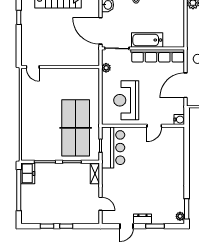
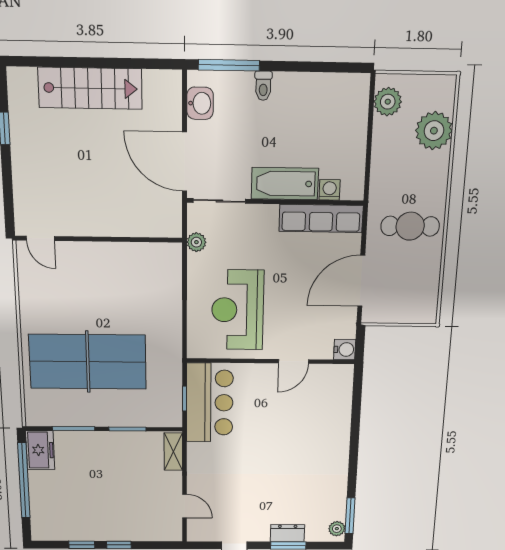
washing machine: (168, 43) -> (330, 190), added
row of seats: (158, 56) -> (321, 218), width x0.73
table tennis table: (76, 128) -> (88, 362), moved, turned 90
dresser: (142, 219) -> (287, 533), moved

